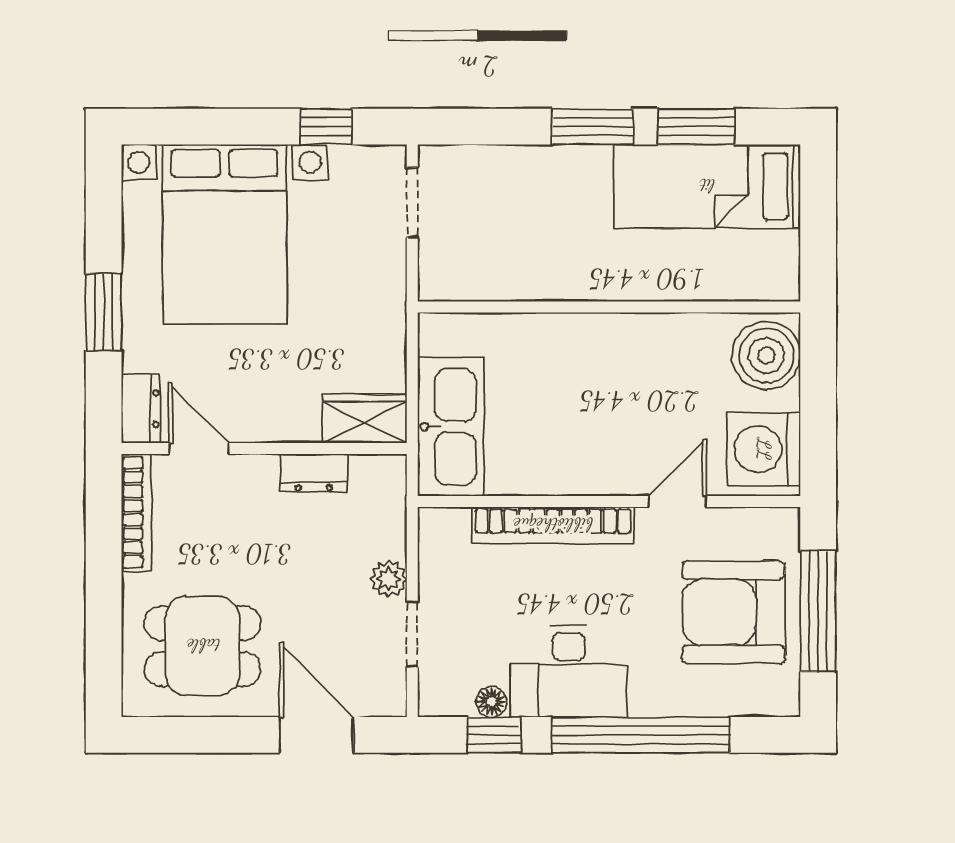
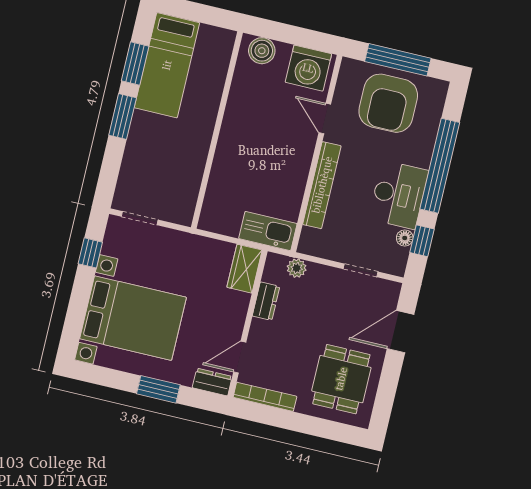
boiler: (766, 355) -> (262, 51), width x0.73, depth x0.73
kitchen sink: (451, 427) -> (268, 231), width x0.73, depth x0.81
plant: (388, 579) -> (297, 268), moved

